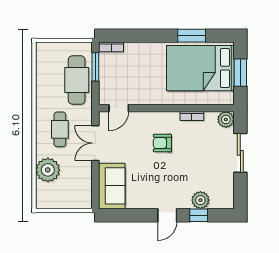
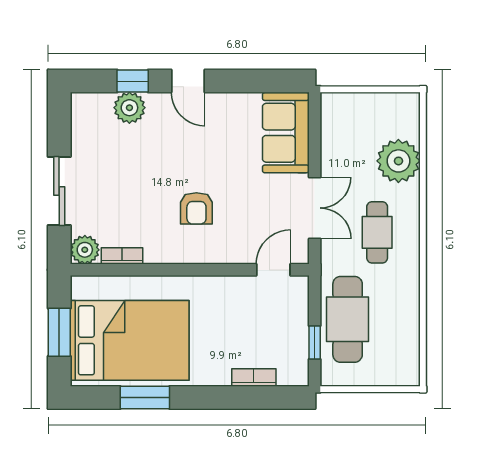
bookcase: (111, 47) -> (254, 378), moved
window: (95, 67) -> (315, 342), width x0.67
bookcase: (192, 116) -> (122, 256), moved
armchair: (162, 143) -> (196, 208), turned 90
door: (167, 215) -> (188, 81), swing flipped

